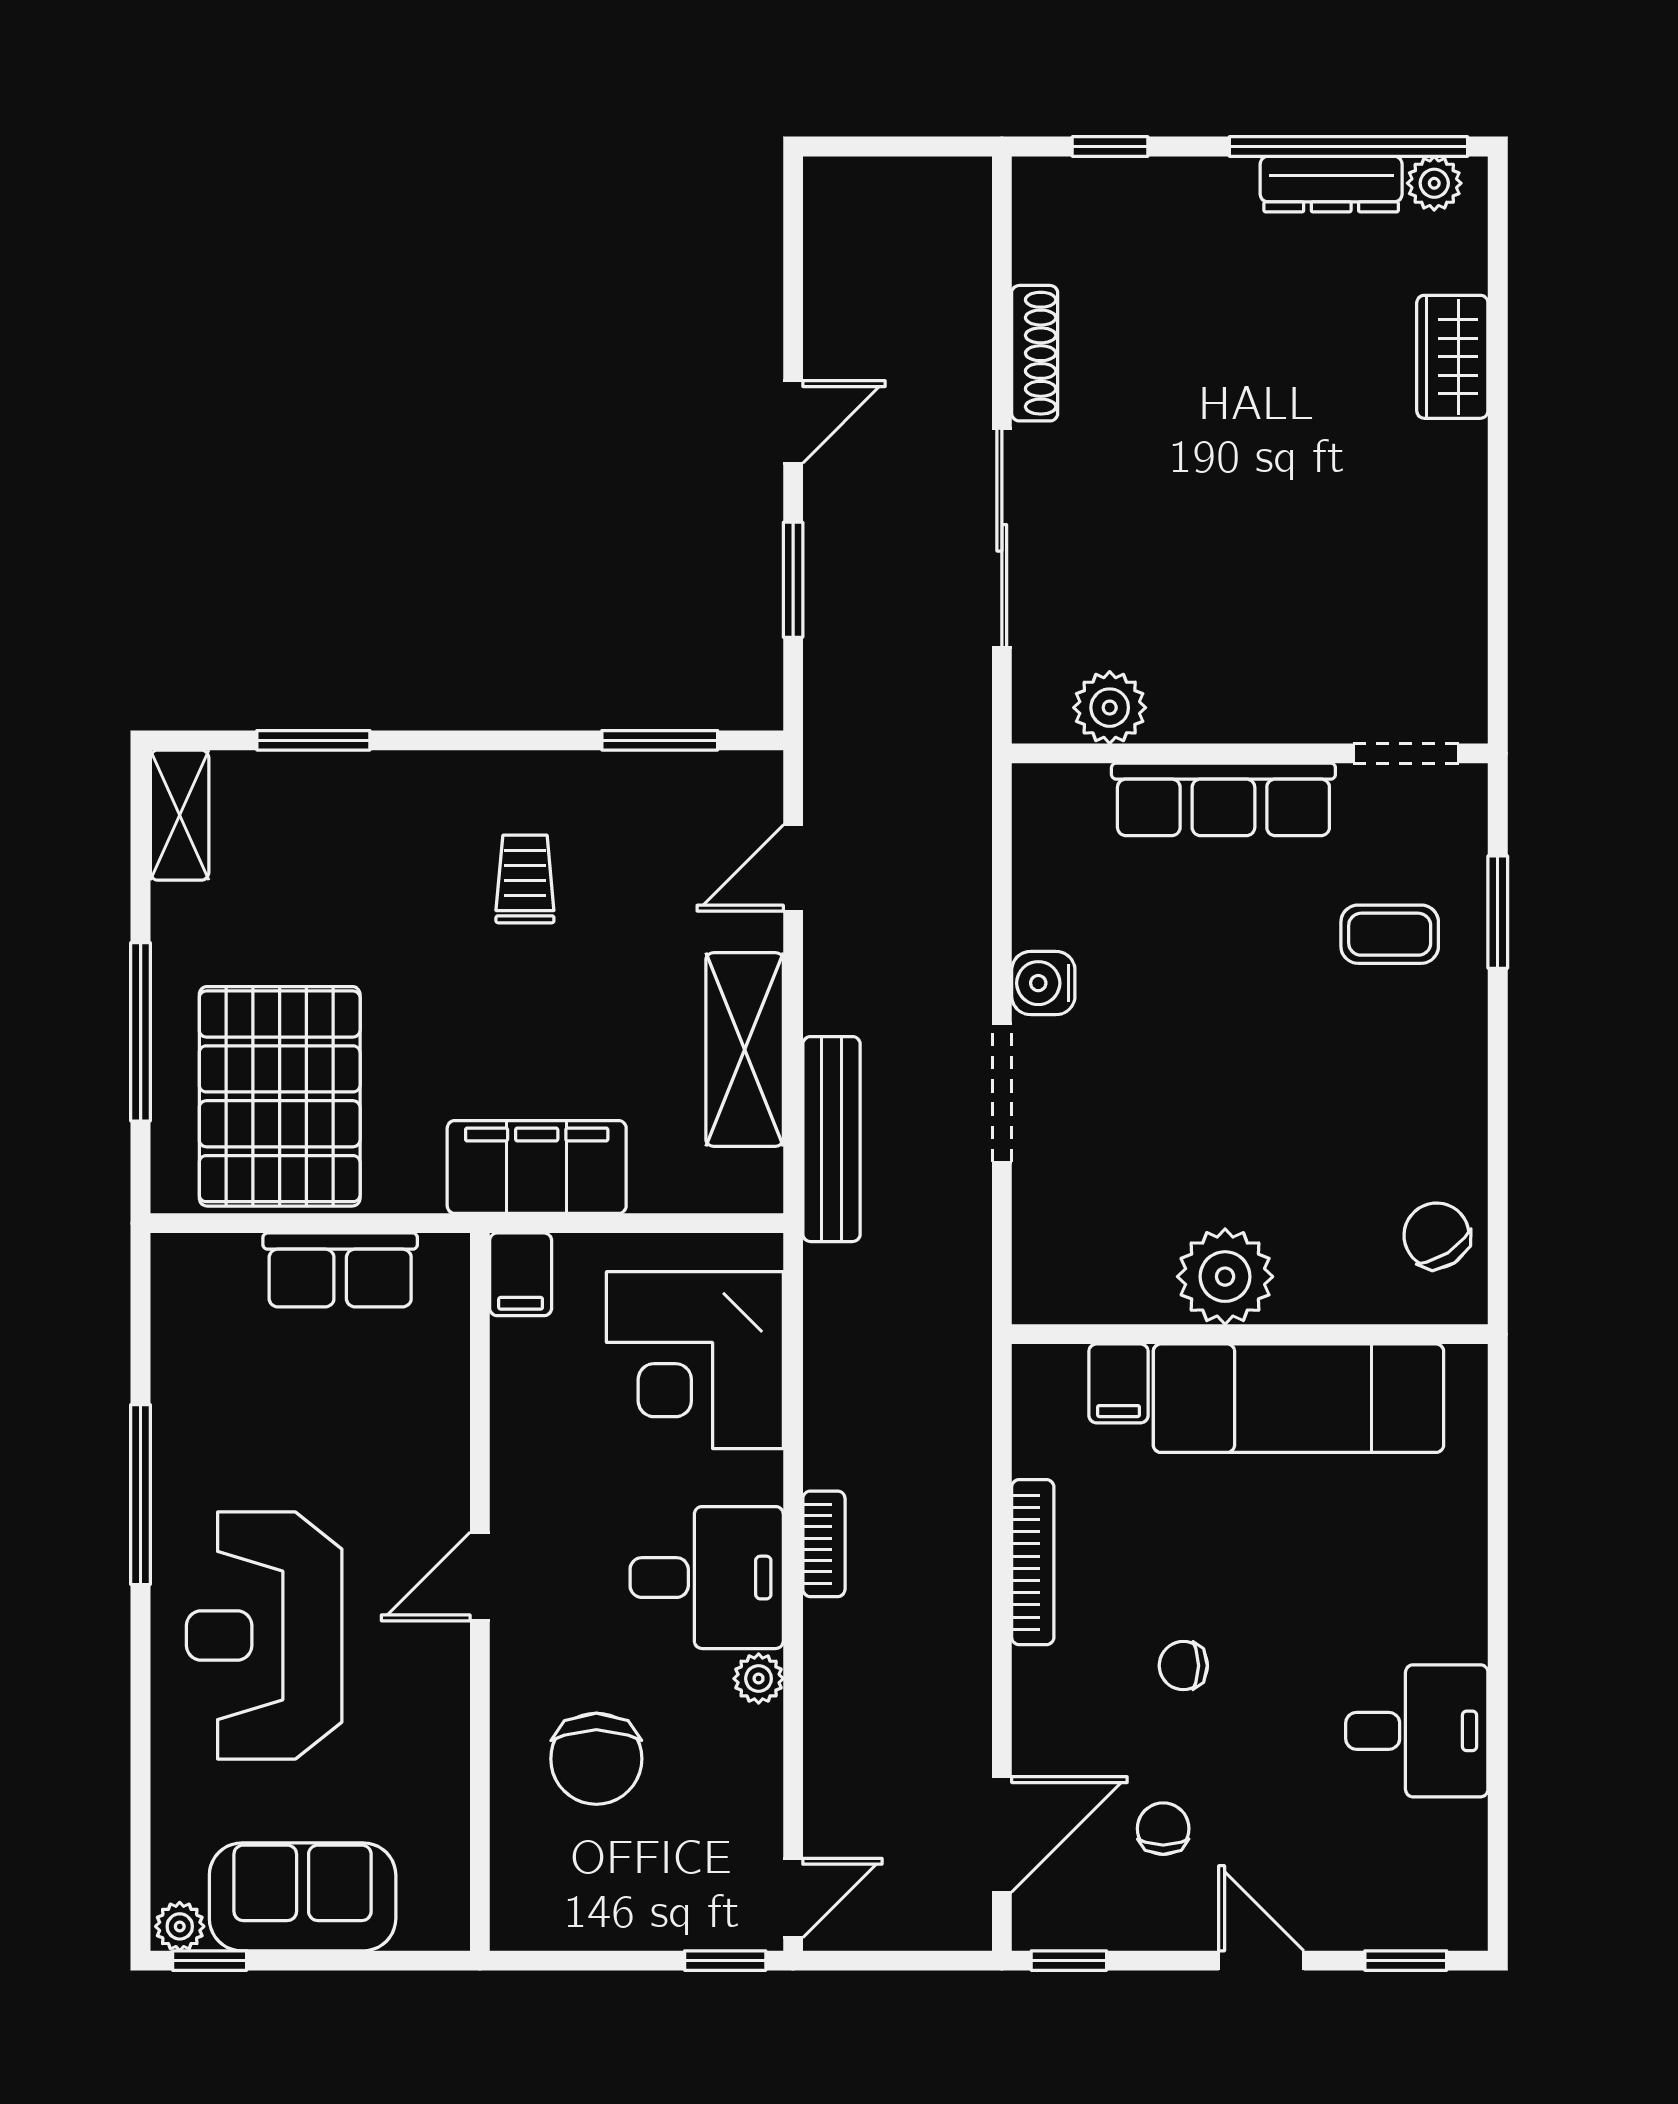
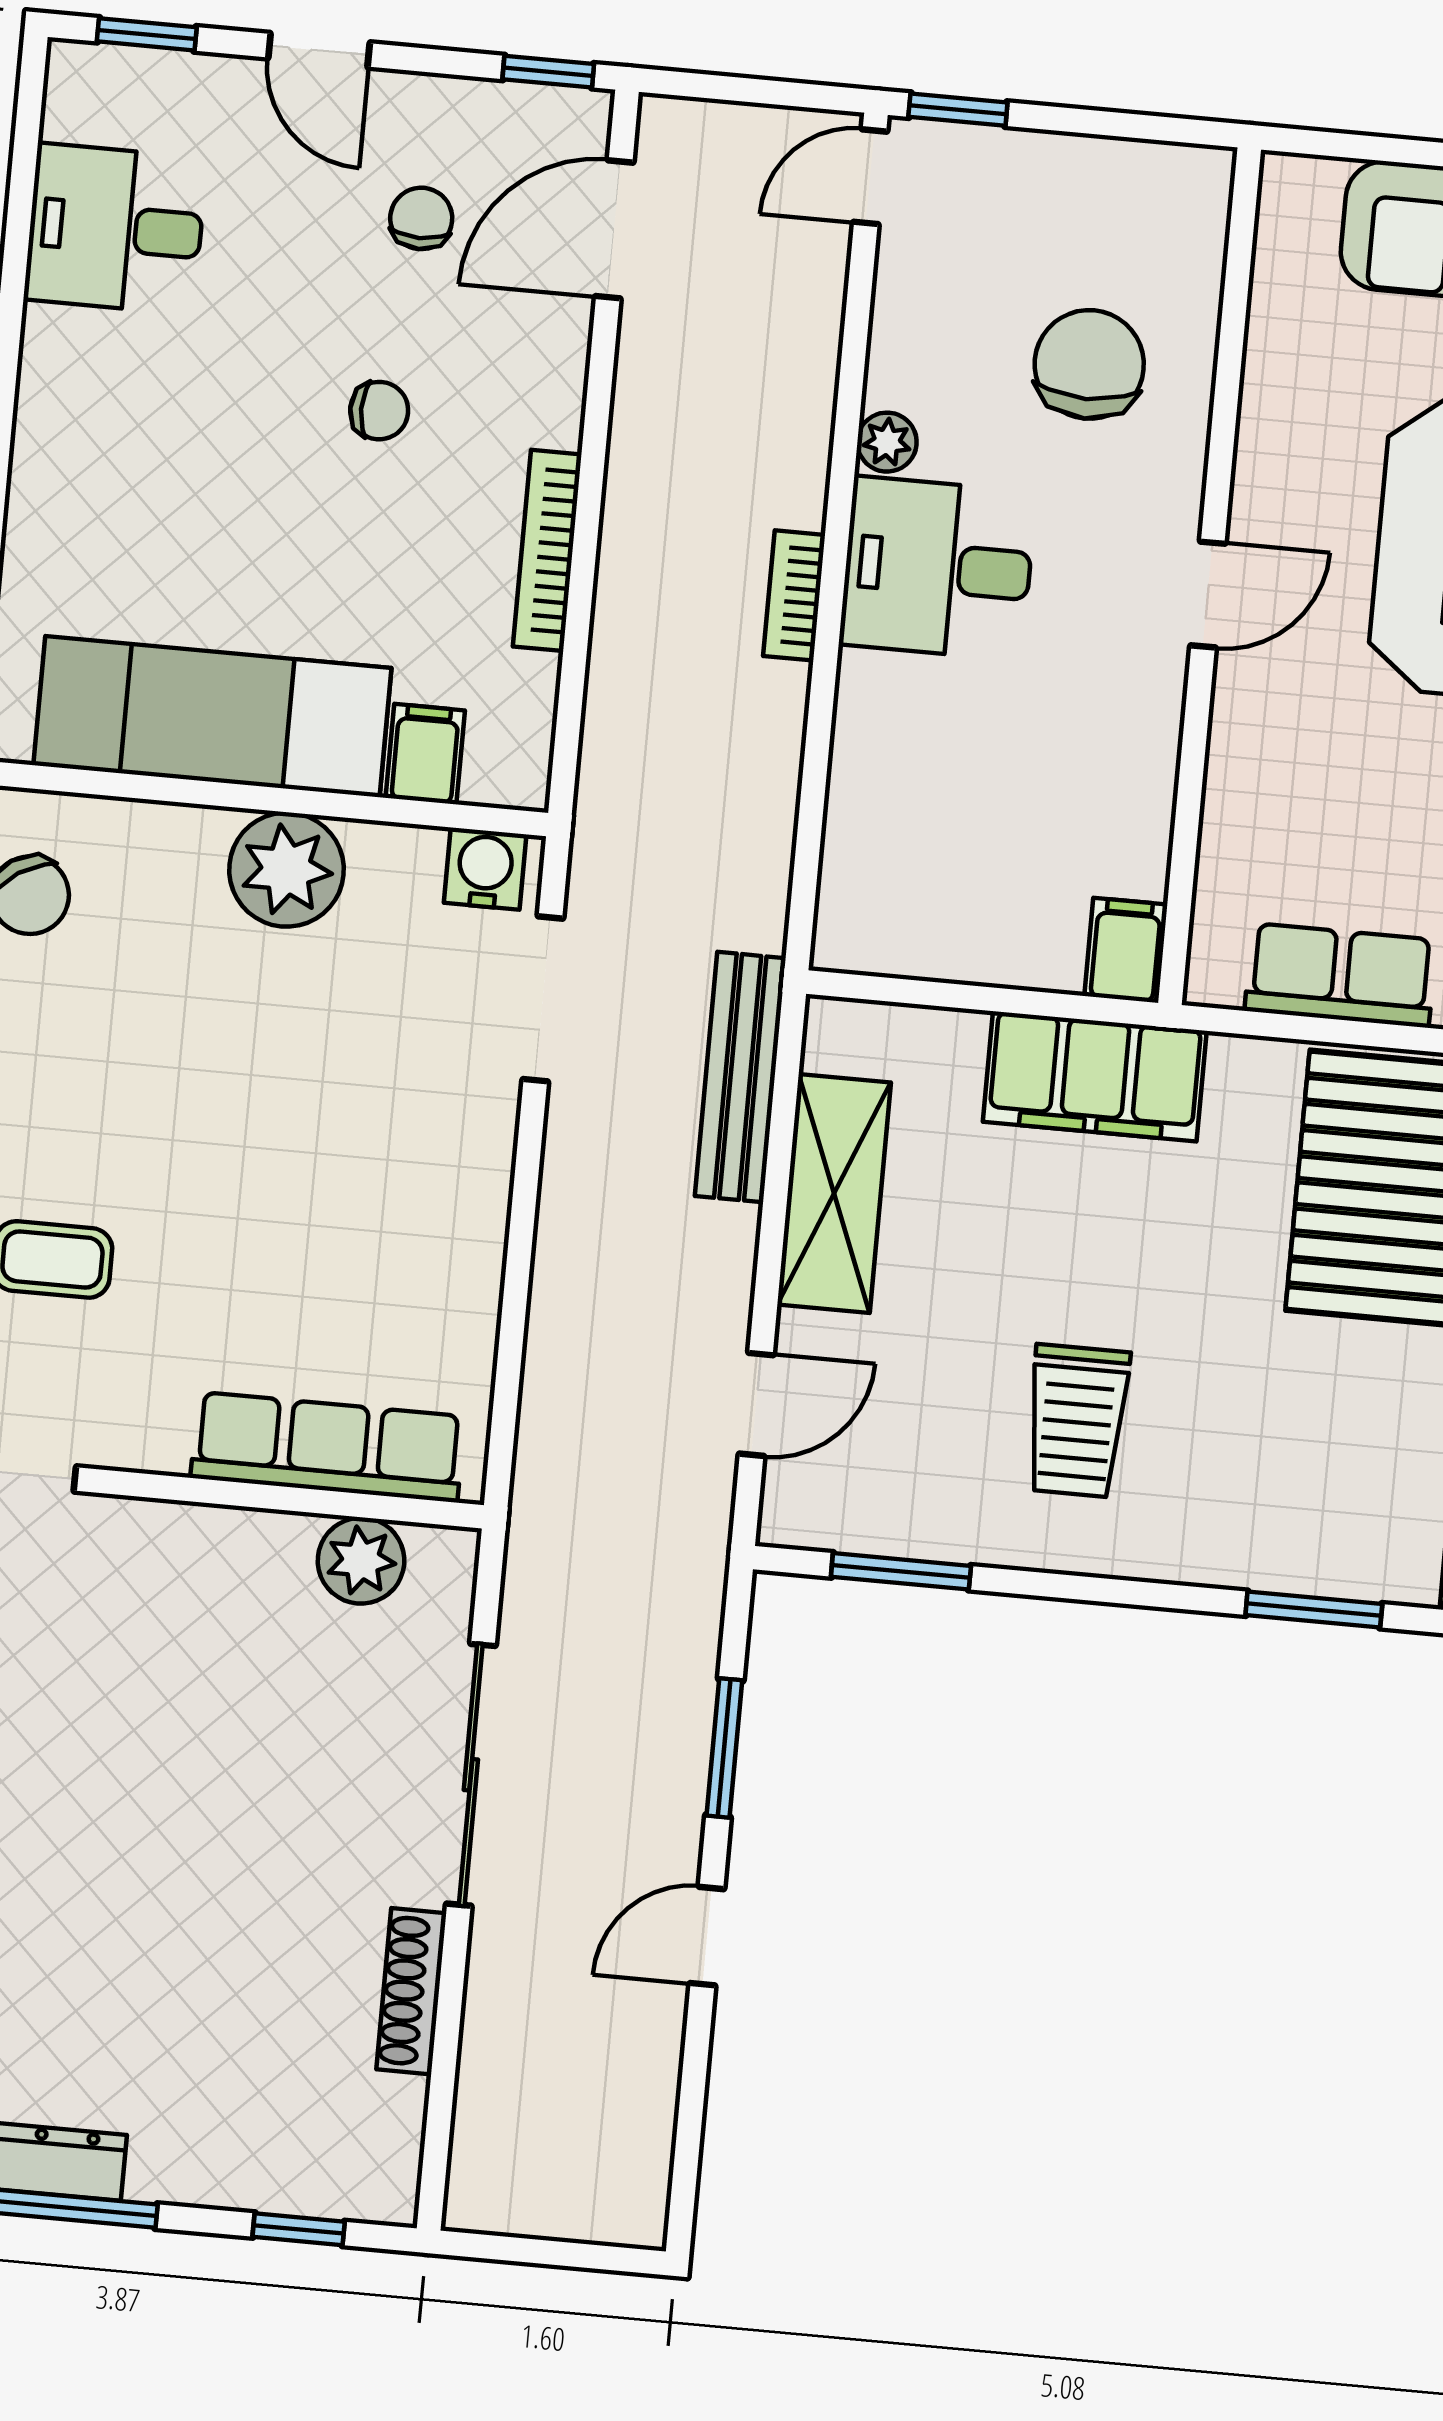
row of seats: (1223, 799) -> (328, 1447), moved
trolley: (525, 879) -> (1077, 1421), width x1.36, depth x1.39
water cooler: (1043, 983) -> (485, 869), moved, turned -90
doorway: (1002, 1093) -> (543, 999), moved
corner desk: (695, 1360) -> (928, 829), removed
desk: (1417, 1731) -> (115, 229), moved
chair: (1163, 1829) -> (421, 218), turned 180

